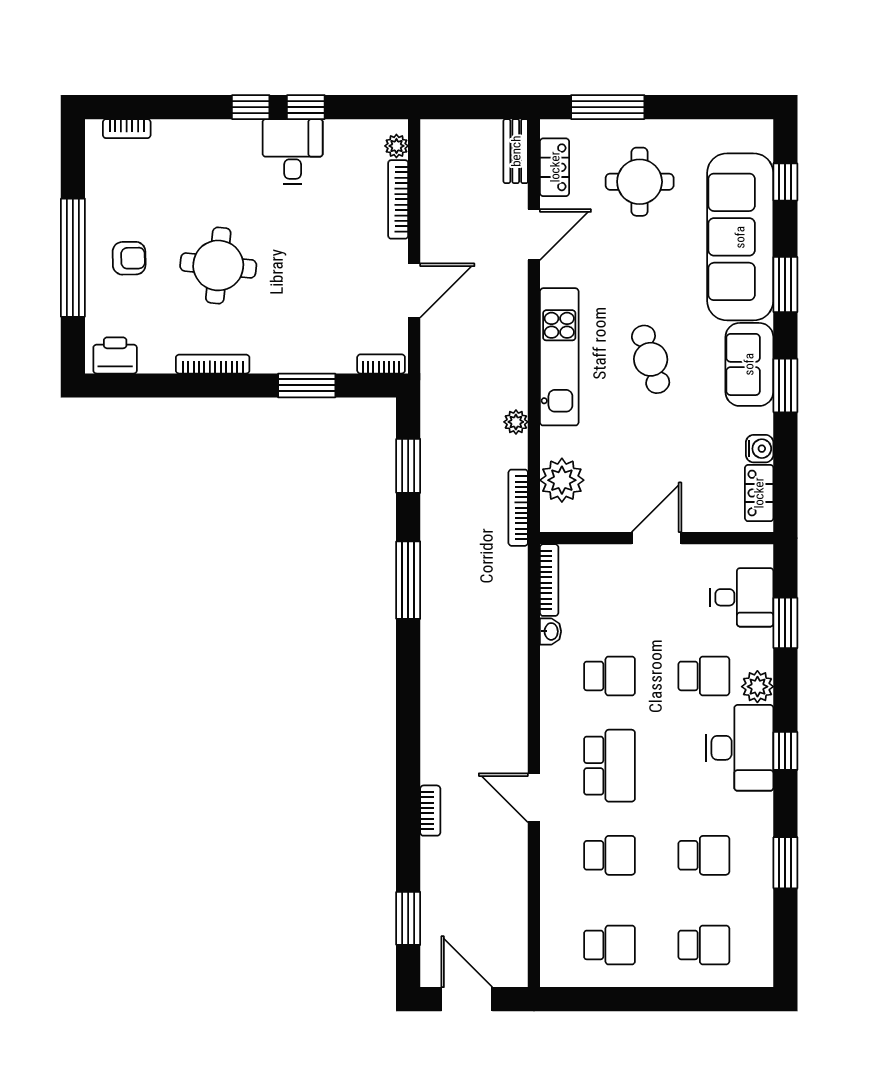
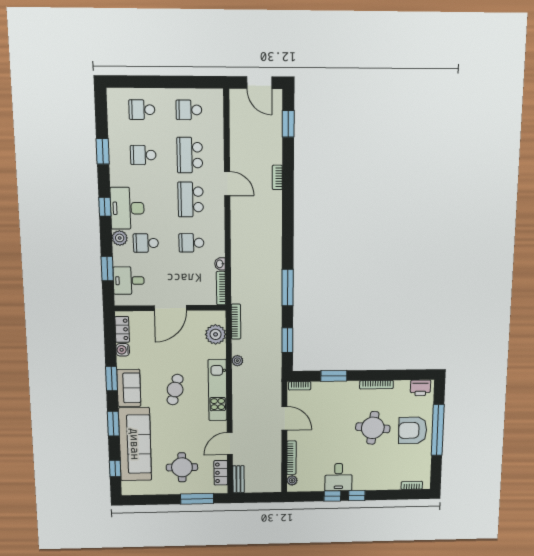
armchair: (129, 258) -> (413, 430), width x1.88, depth x1.88
door: (414, 291) -> (284, 418), swing flipped
cafe table: (651, 359) -> (175, 390), turned 31
door: (656, 538) -> (170, 308), width x1.36
school desk: (609, 855) -> (190, 155), width x1.85

